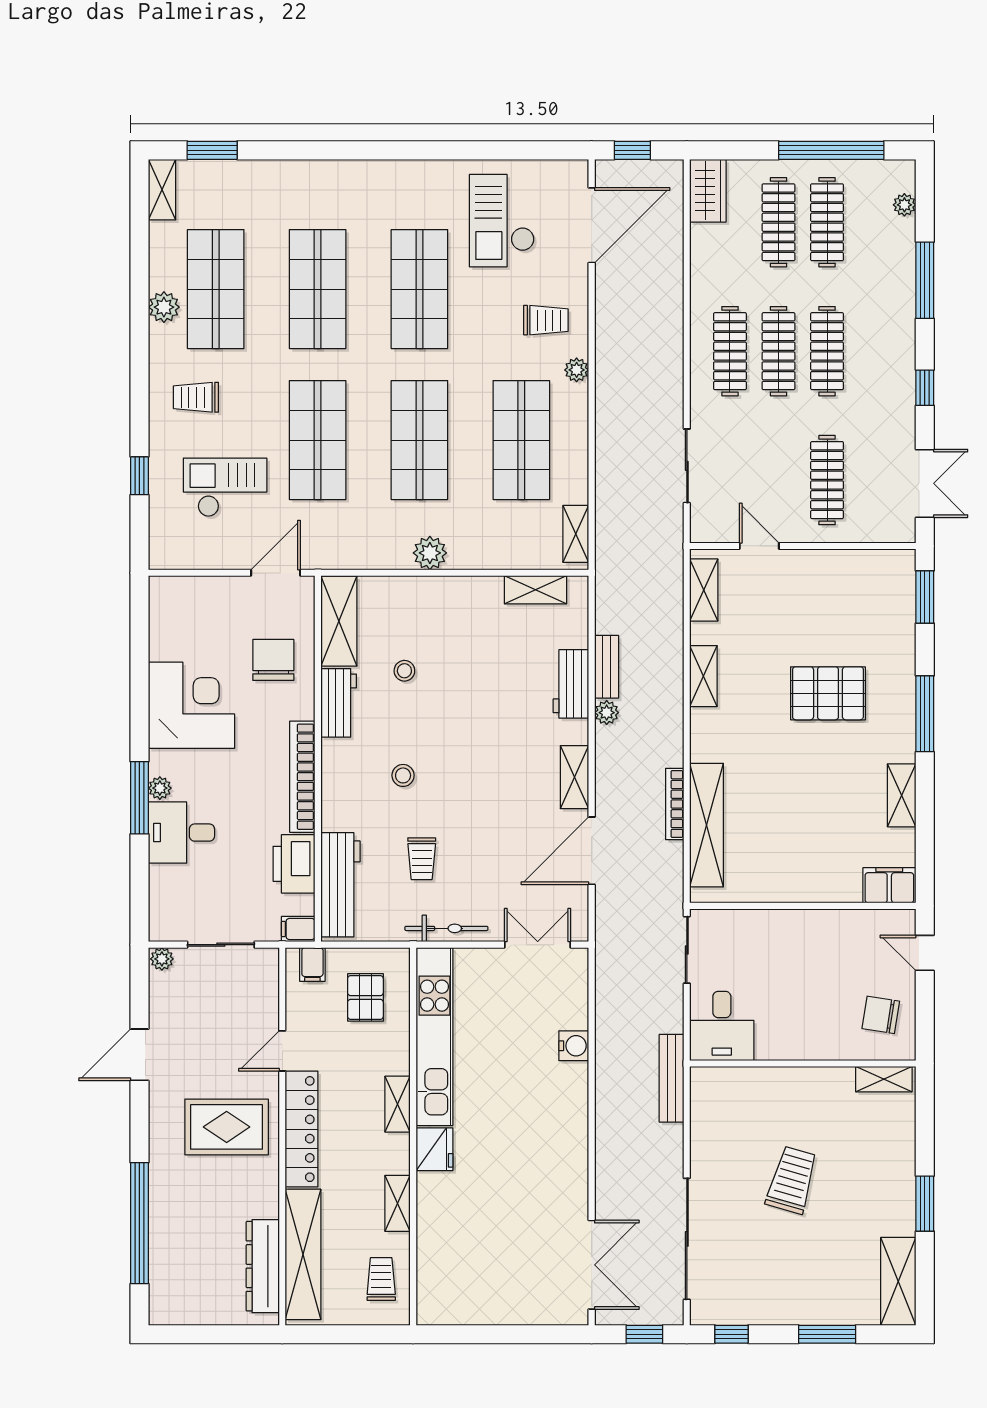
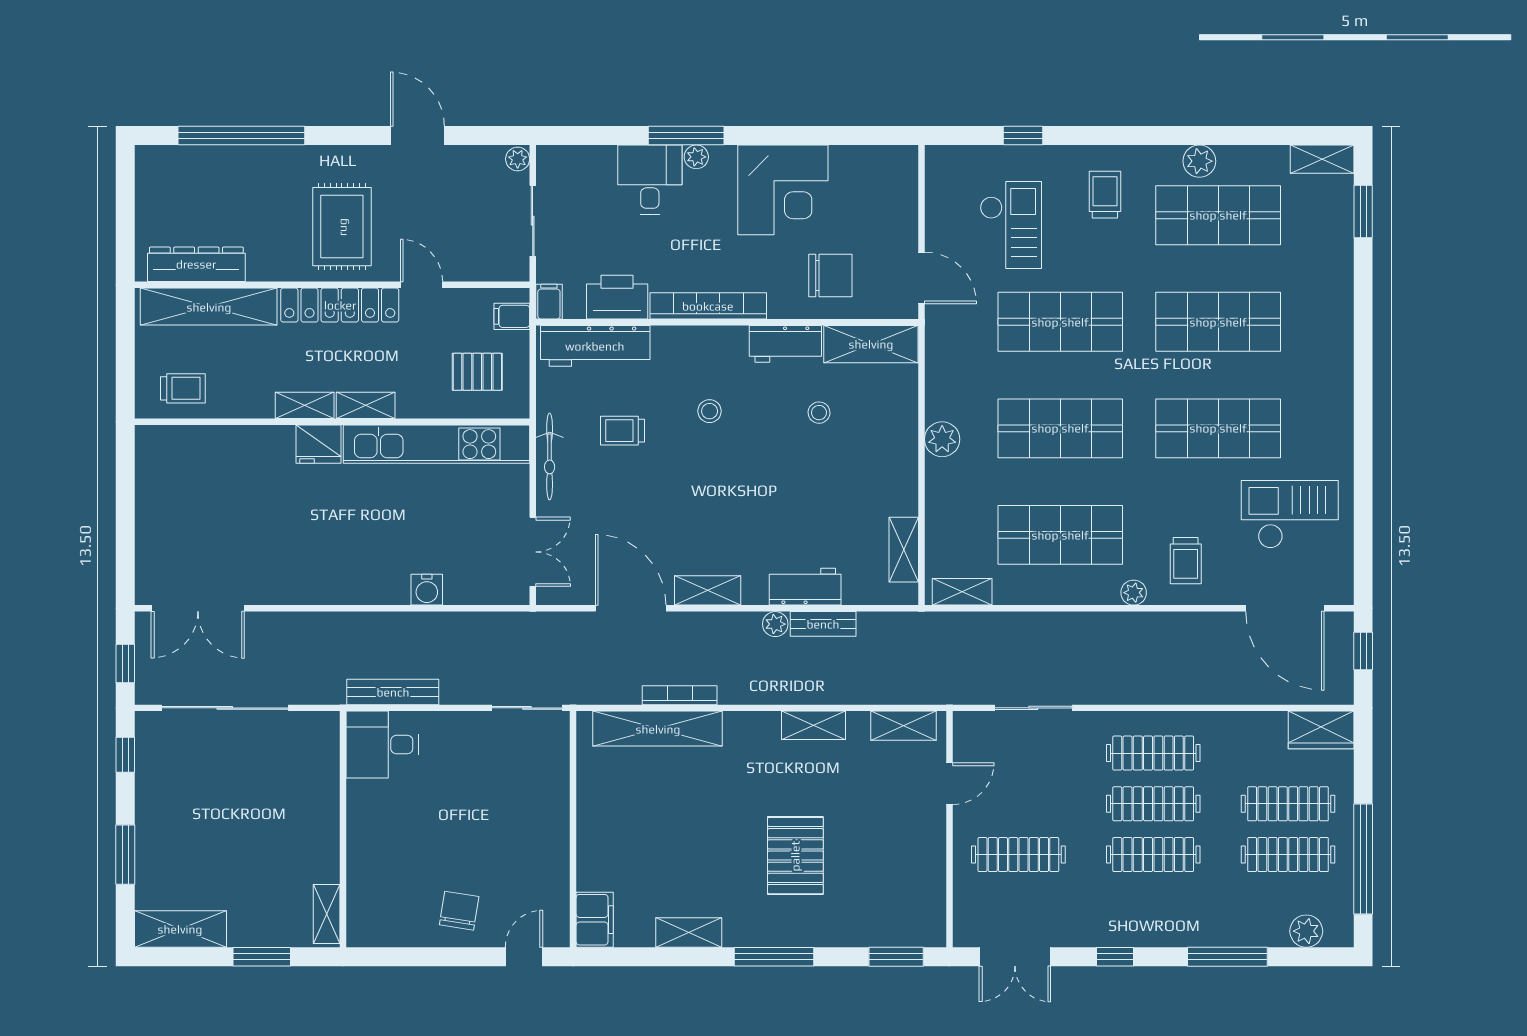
plant: (904, 205) -> (1306, 931), width x1.38, depth x1.38
desk: (722, 1026) -> (382, 745), moved
wall: (803, 1064) -> (343, 829), moved
shelving: (884, 1079) -> (327, 914), moved
trolley: (792, 1180) -> (286, 818), removed
shelving: (398, 1203) -> (305, 405), moved

